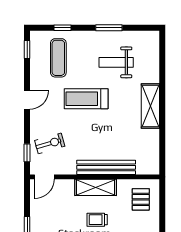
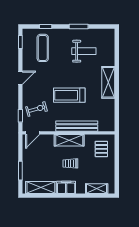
weight bench: (116, 62) -> (84, 51), turned 180
treadmill: (86, 99) -> (69, 95), moved

